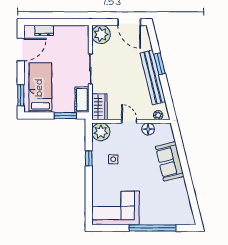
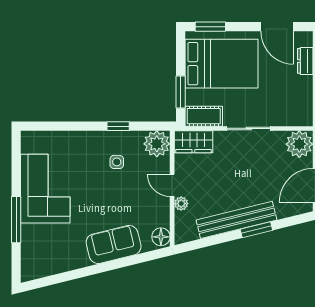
bed: (40, 88) -> (222, 64), width x1.50
plant: (158, 115) -> (181, 204), moved
door: (129, 121) -> (172, 185), swing flipped
floor lamp: (148, 129) -> (161, 237), moved
corner sofa: (115, 208) -> (45, 189), moved
window: (153, 228) -> (16, 220), width x0.68

